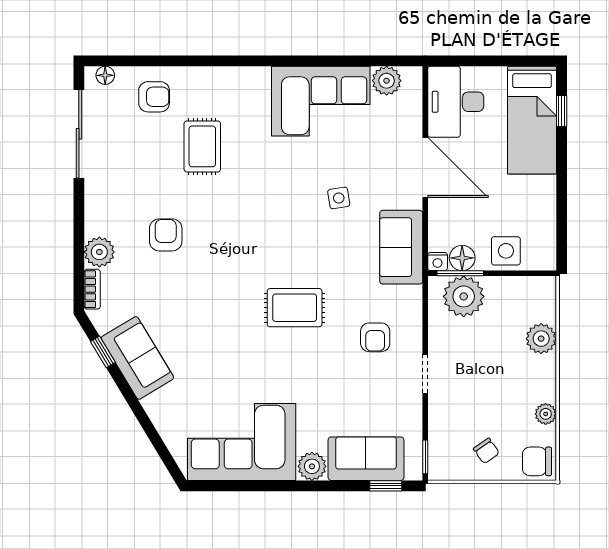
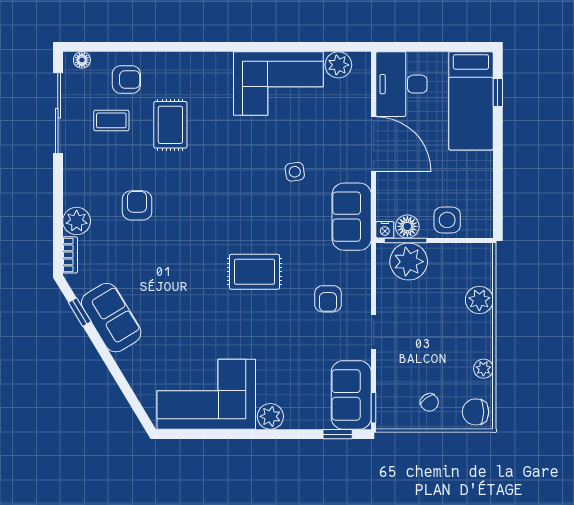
coffee table: (138, 142) -> (111, 120), added
sofa: (366, 459) -> (351, 395), moved, turned -90

